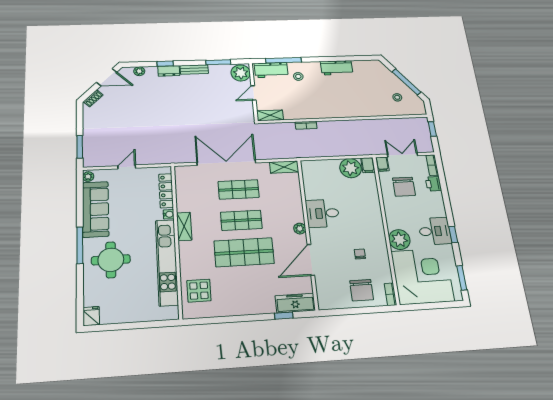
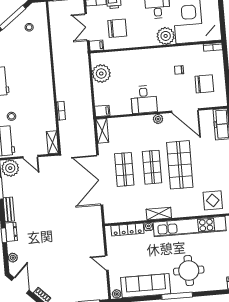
filing cabinet: (368, 165) -> (102, 111), moved
chair: (362, 290) -> (204, 84), moved

